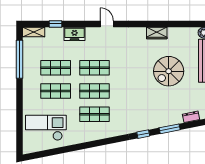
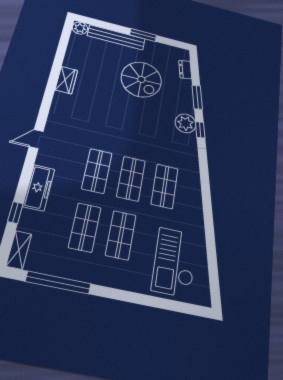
freezer: (74, 34) -> (39, 188), width x1.40
spiral stairs: (169, 71) -> (141, 79), moved
plant: (145, 123) -> (185, 123), added

